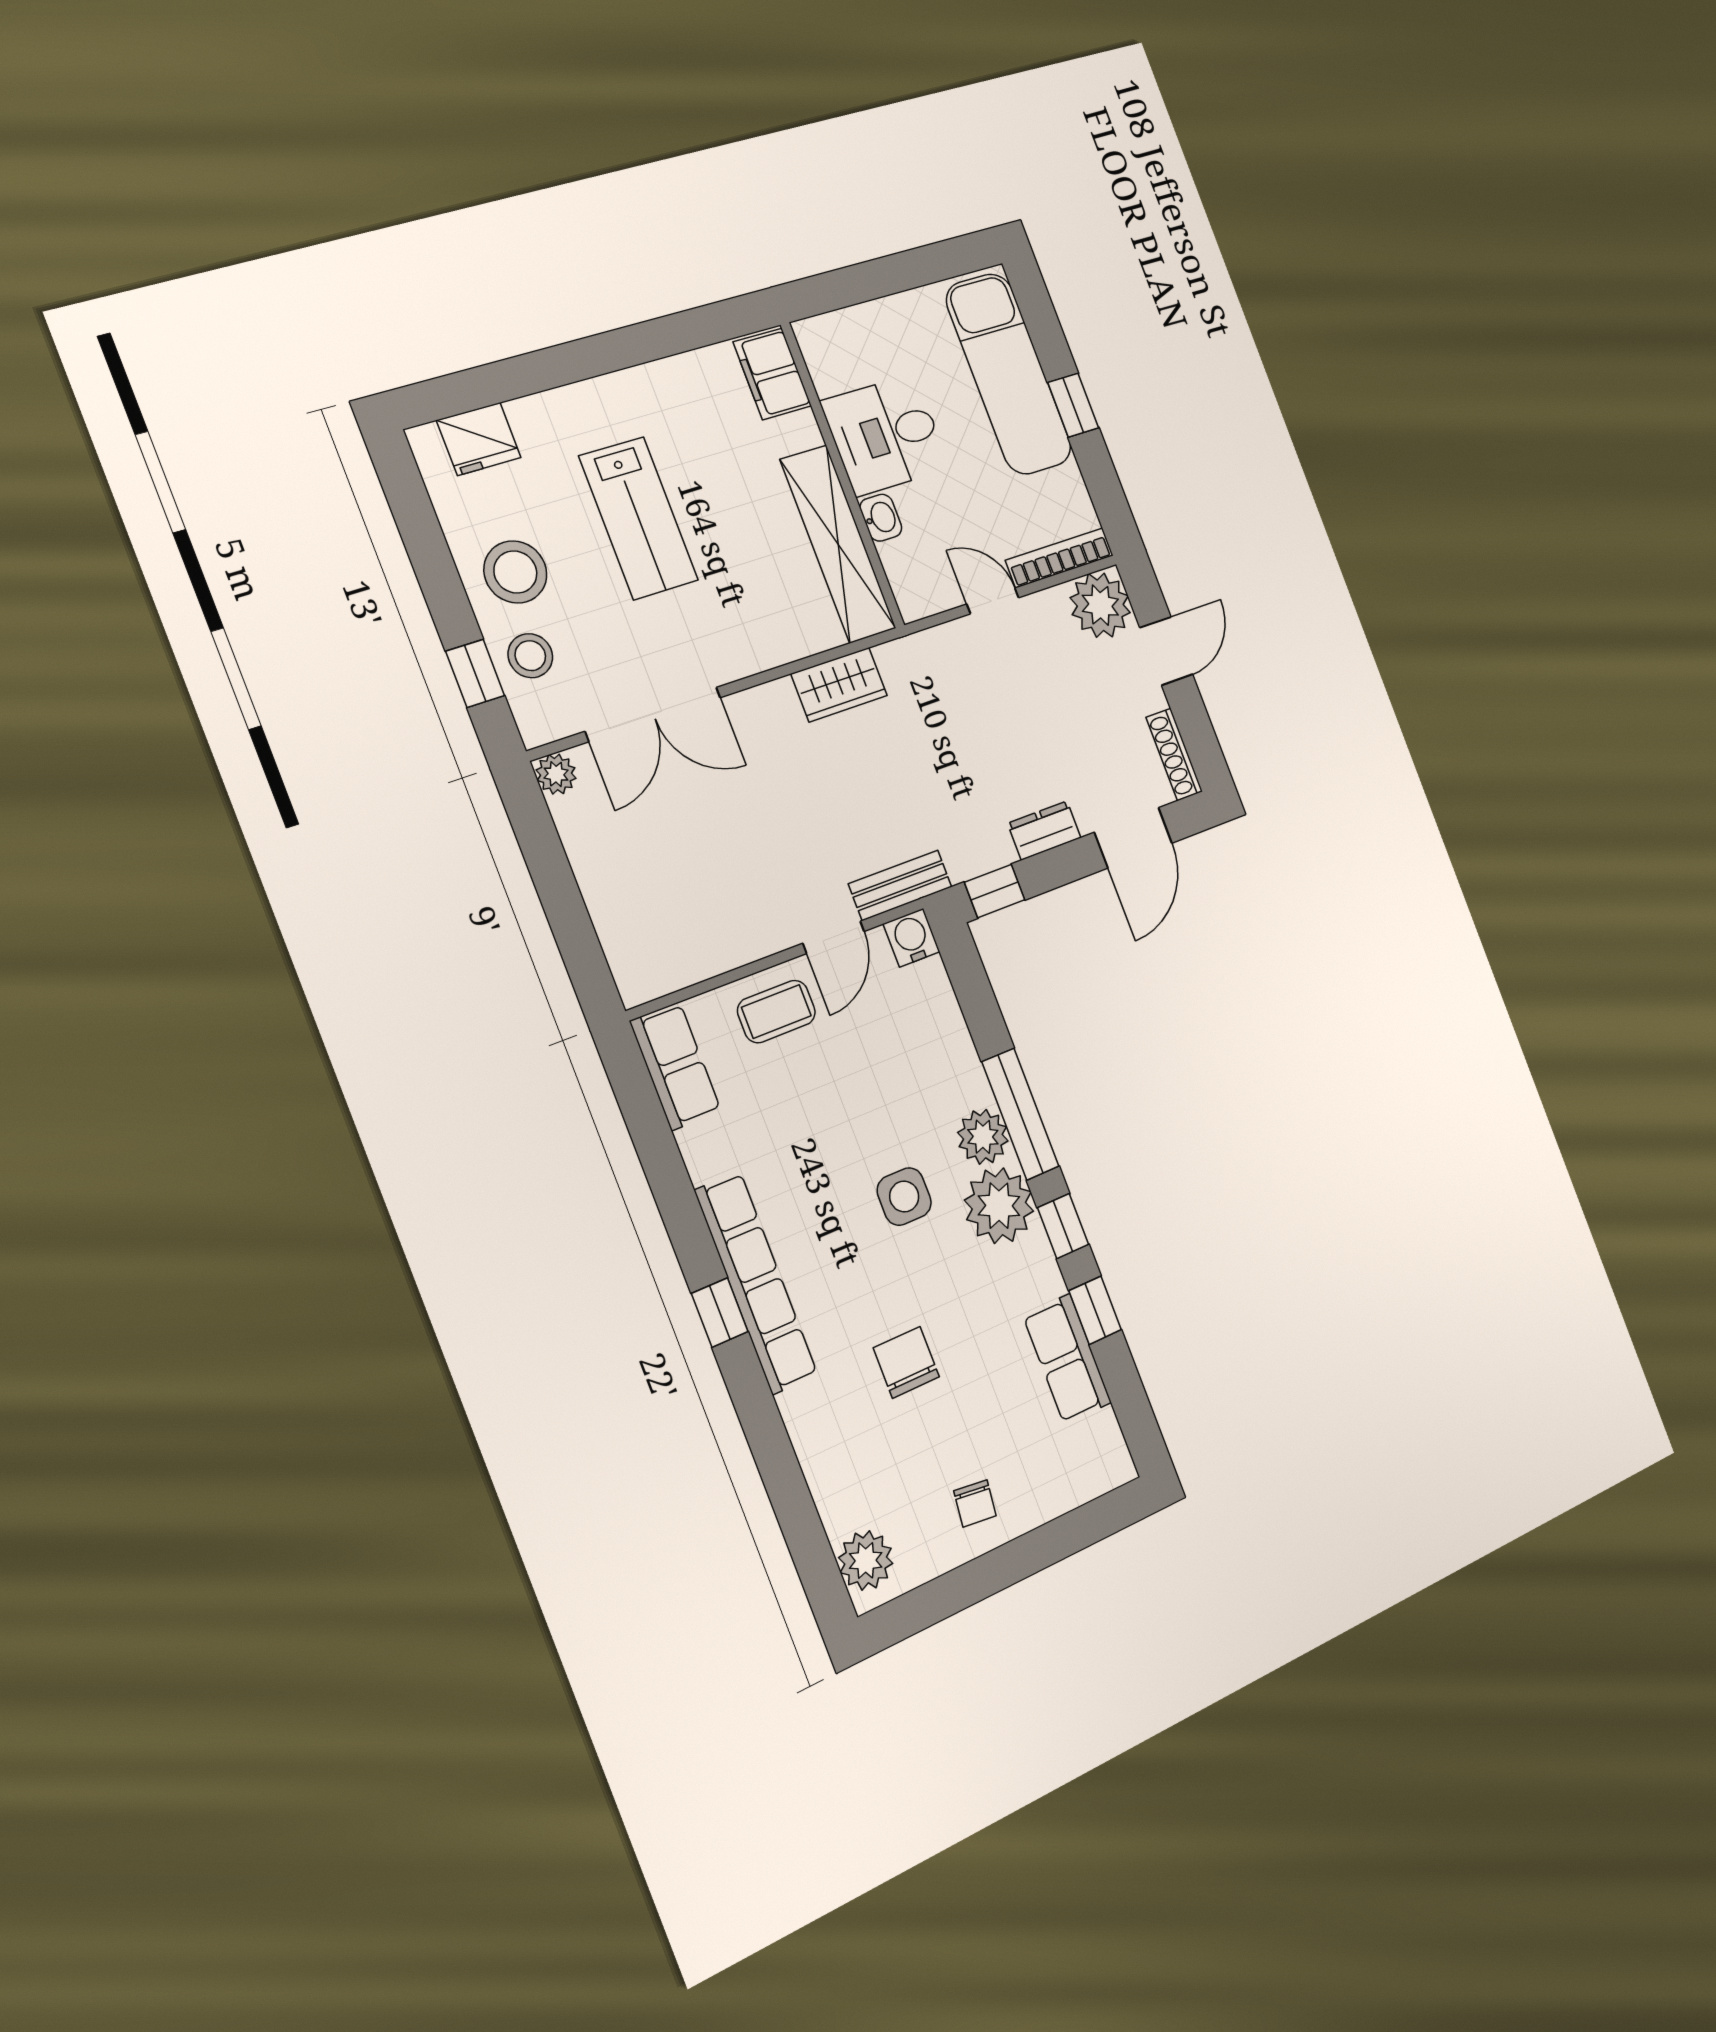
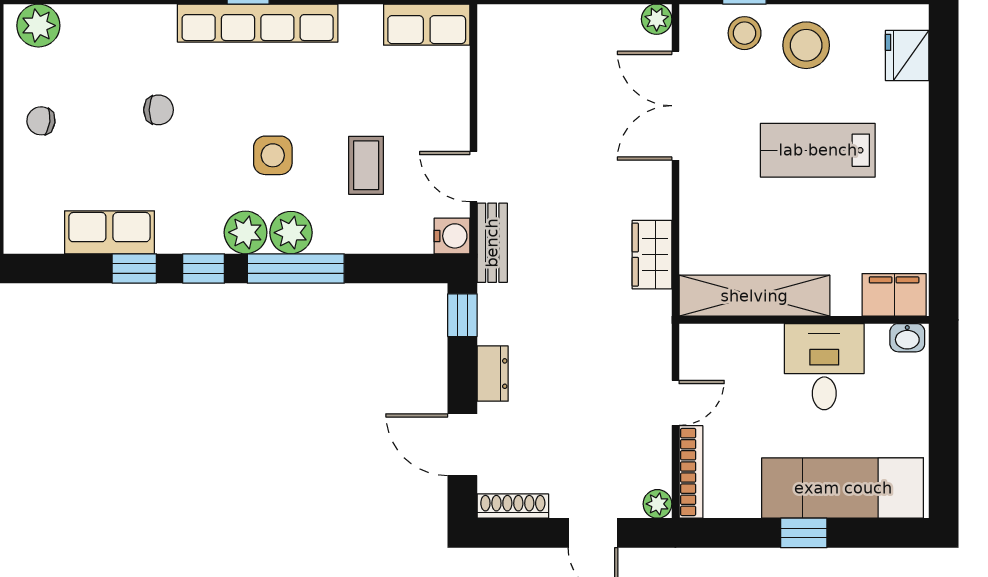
washbasin: (881, 518) -> (907, 338), moved
plant: (1100, 605) -> (657, 504), width x0.53, depth x0.53
coffee table: (776, 1012) -> (366, 165), moved
plant: (999, 1206) -> (246, 232), width x0.73, depth x0.73
chair: (906, 1362) -> (159, 110), width x0.73, depth x0.73

